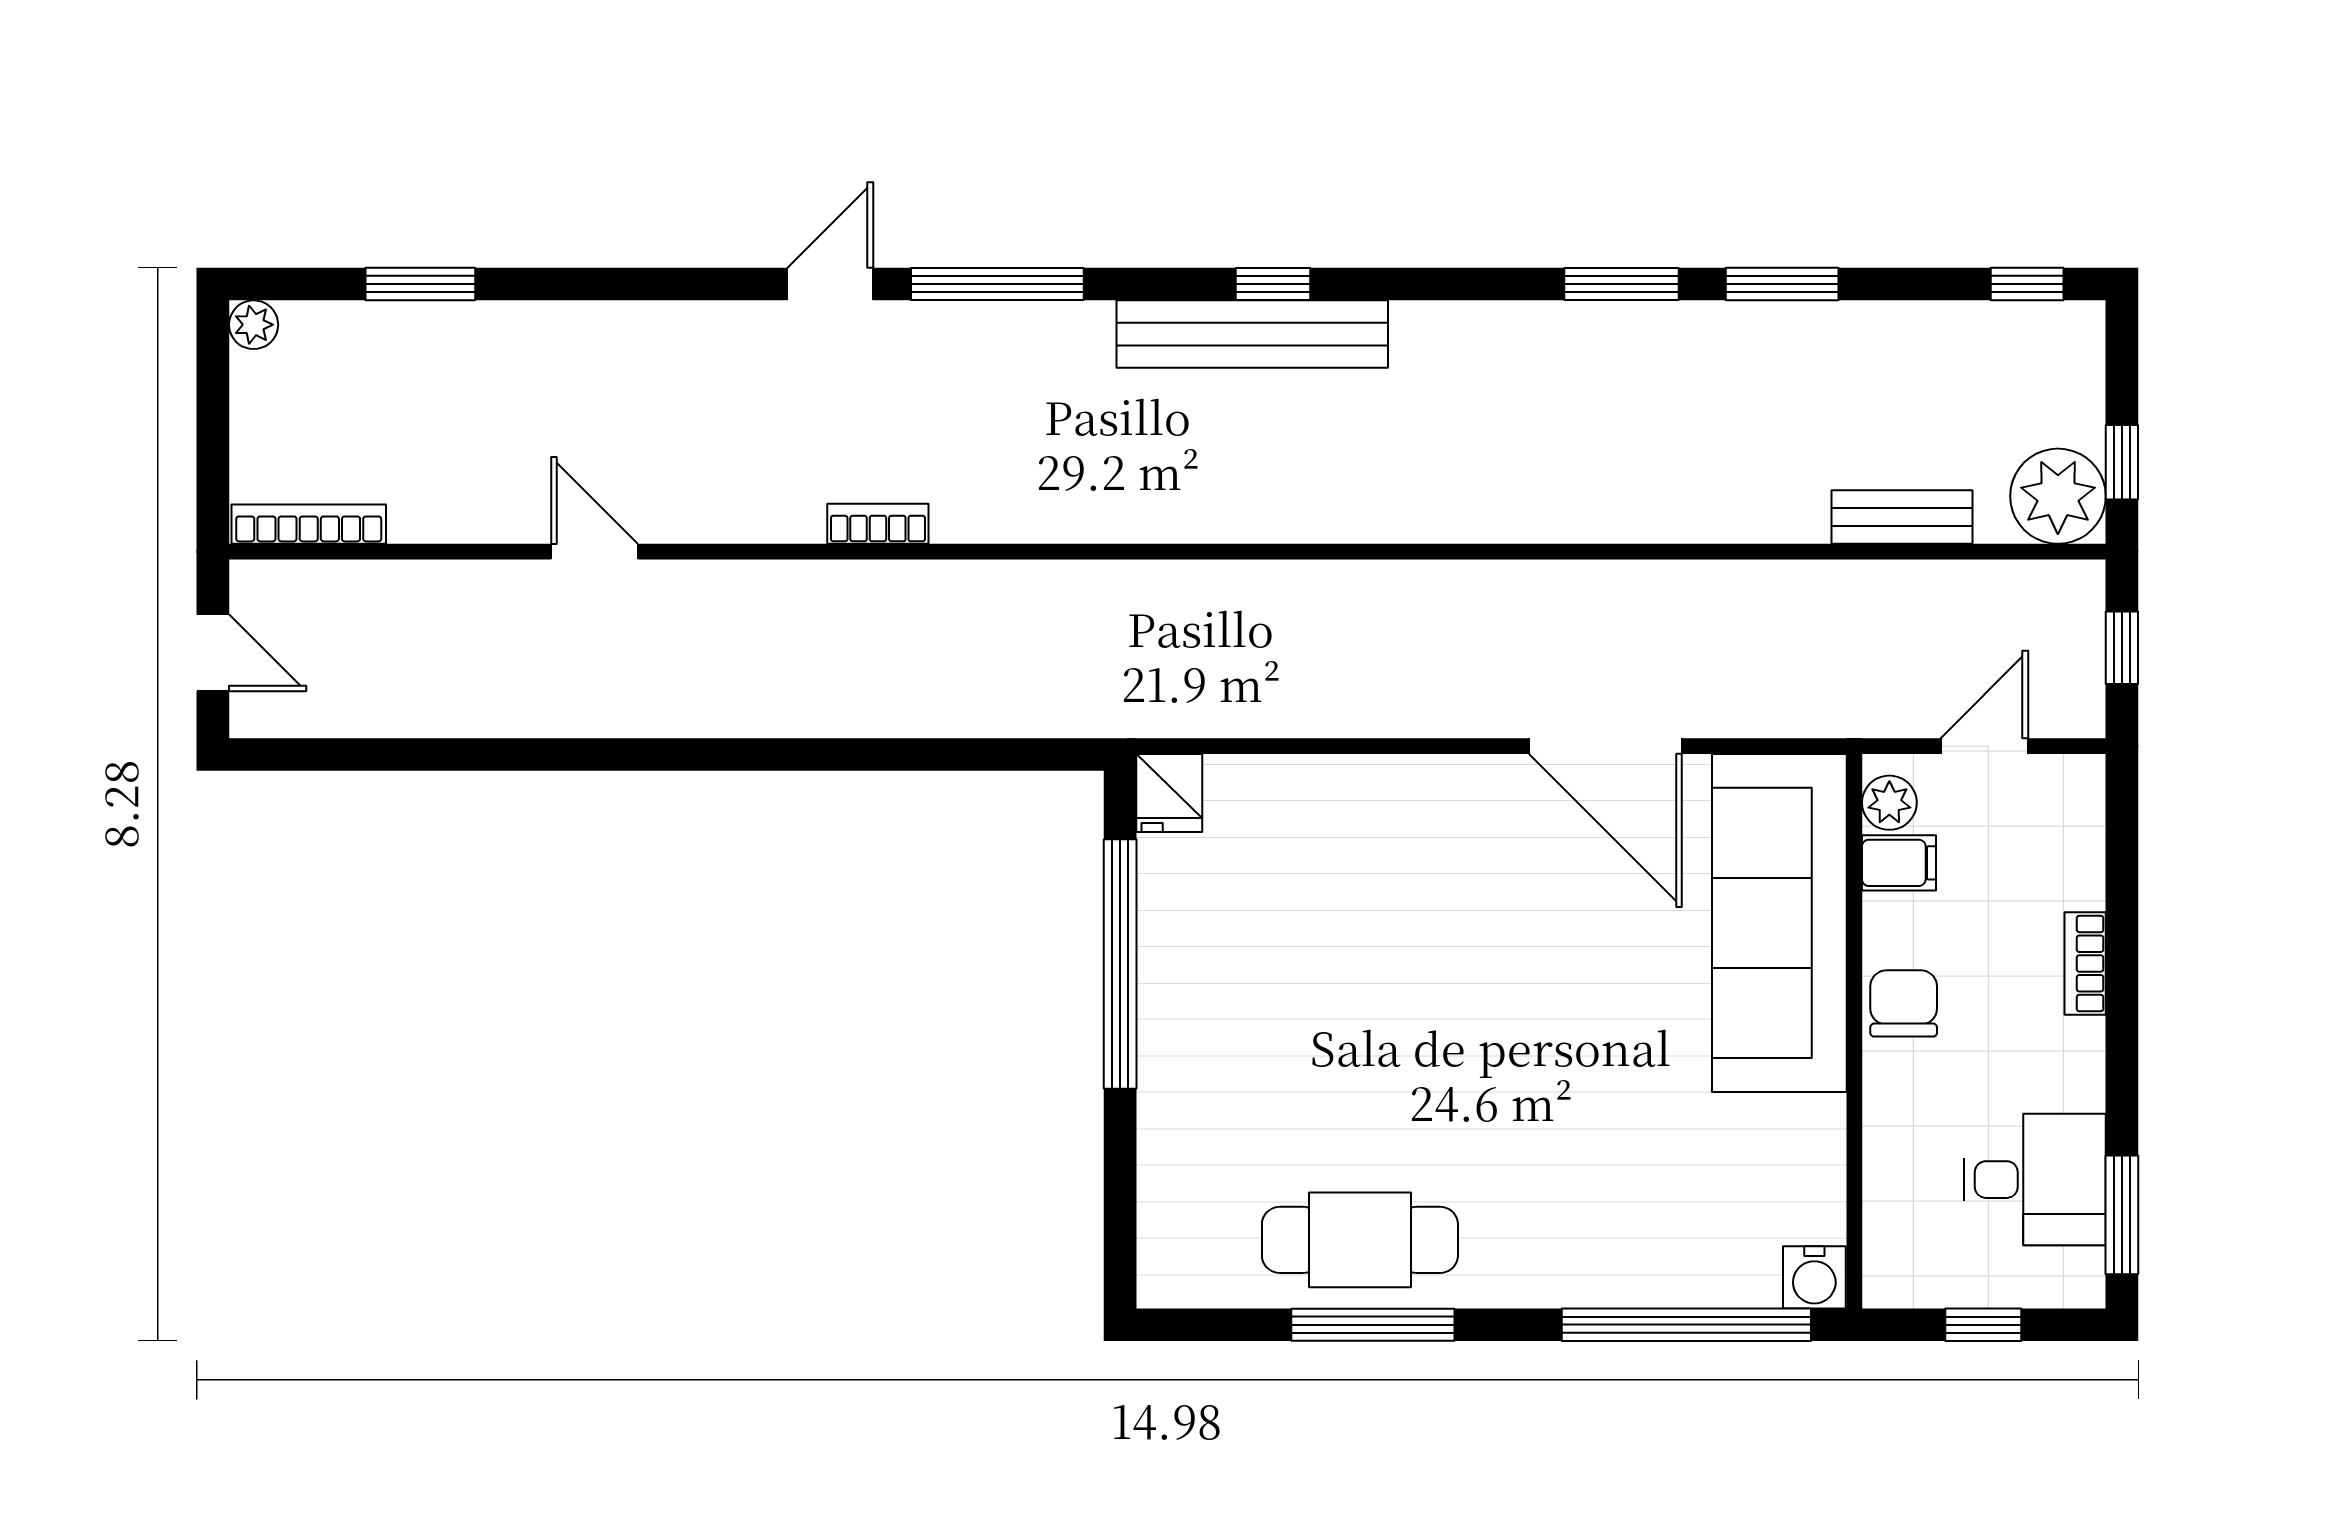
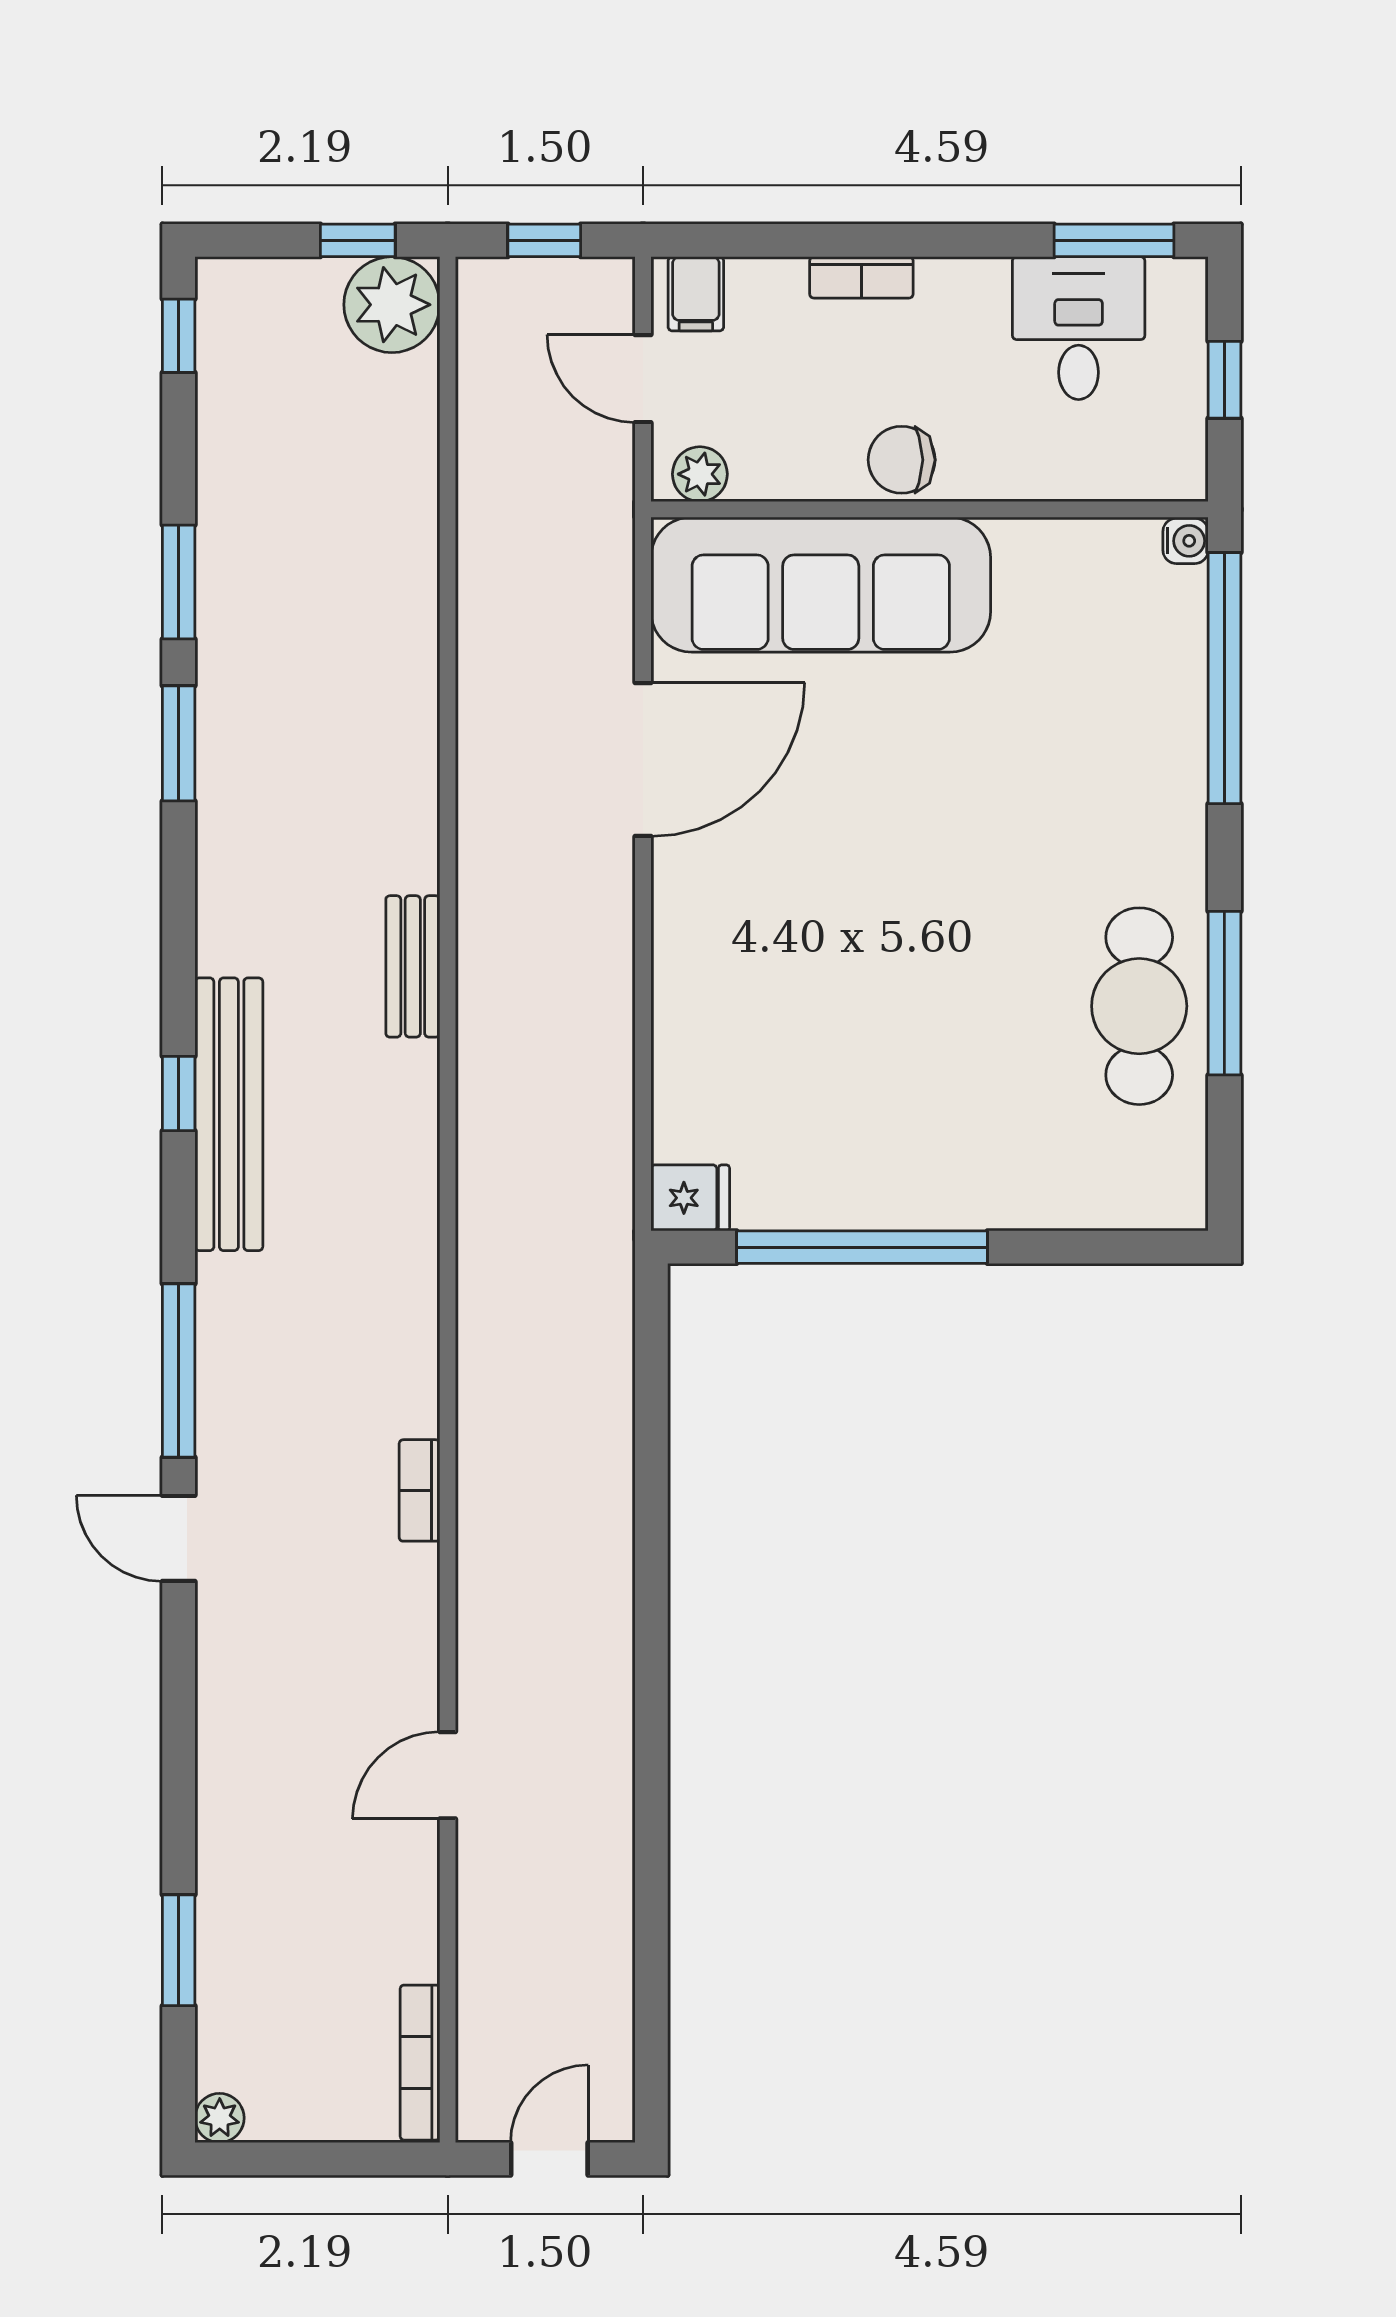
bench: (1902, 517) -> (413, 966), moved
filing cabinet: (1899, 863) -> (696, 294), moved, turned 180
water cooler: (1814, 1277) -> (1186, 541), width x0.72, depth x0.72

